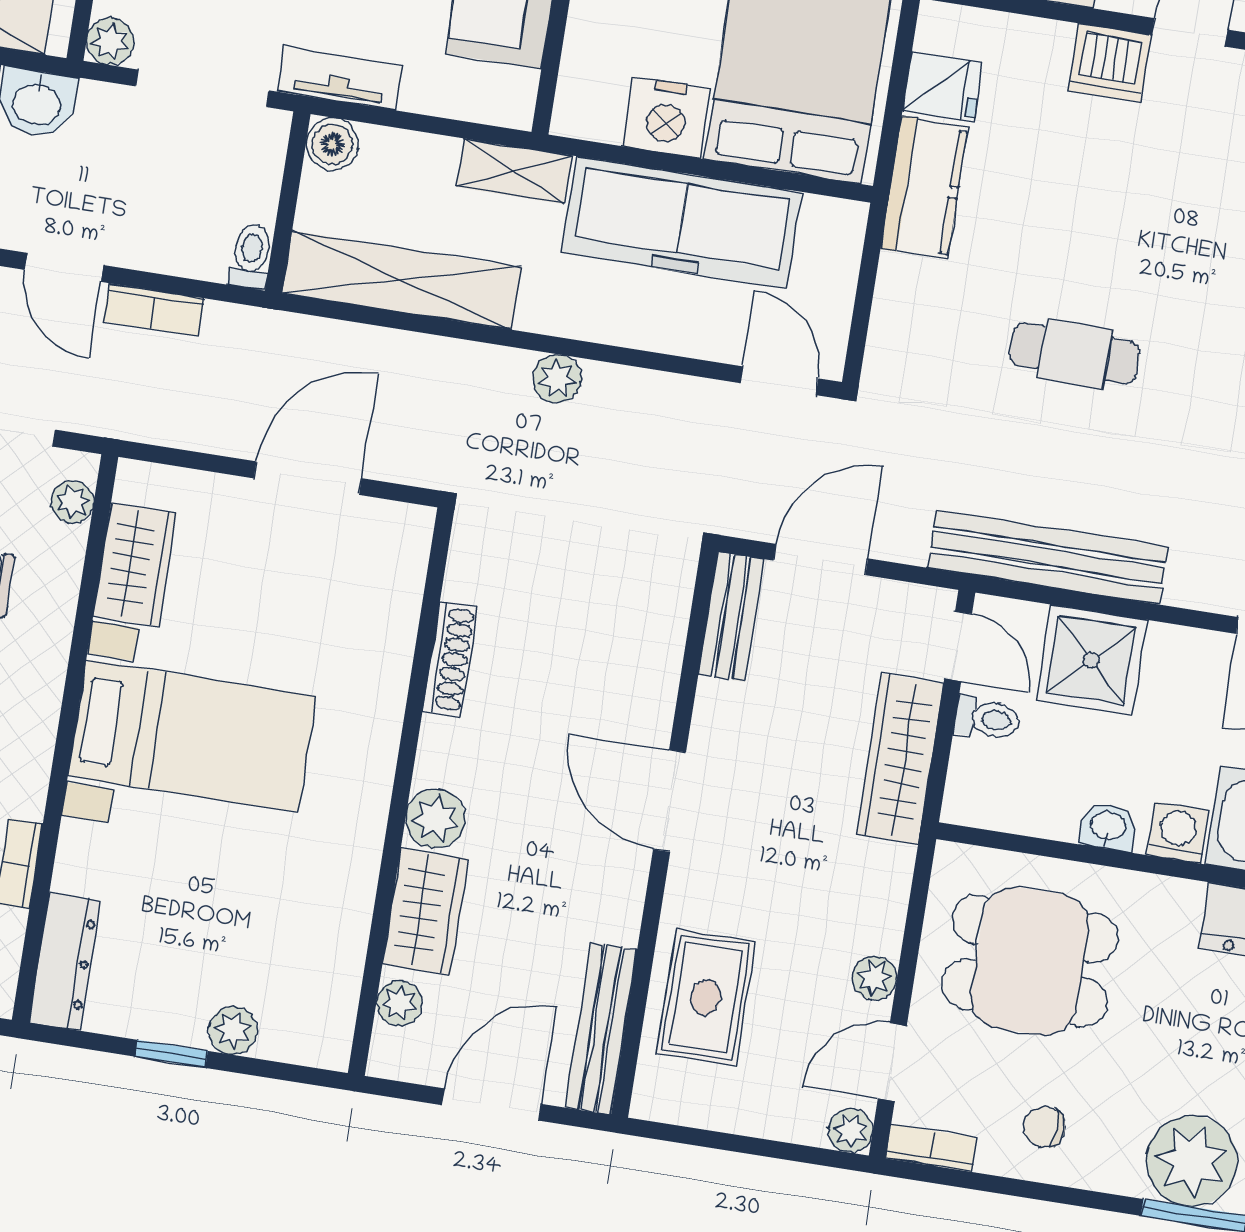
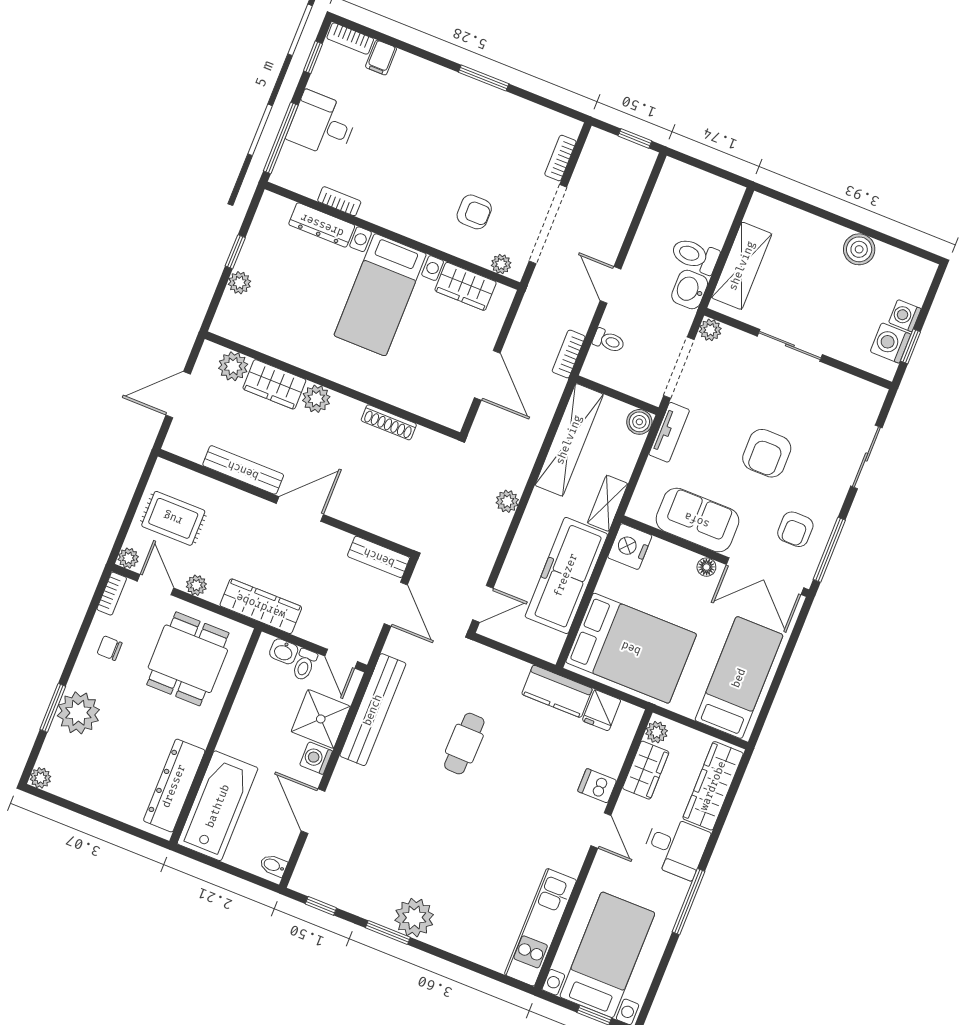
dishwasher: (1109, 63) -> (597, 786), width x0.73
nightstand: (666, 117) -> (630, 547), moved
toilet: (251, 256) -> (609, 341), moved
door: (64, 267) -> (610, 285), hinge flipped
bookcase: (154, 310) -> (569, 354), moved
door: (958, 646) -> (341, 659), hinge flipped
wardrobe: (900, 759) -> (261, 606), moved
washbasin: (1108, 827) -> (284, 651), moved, turned 90
washing machine: (1178, 833) -> (316, 758), moved, turned 180
dresser: (64, 962) -> (322, 225), moved
rug: (706, 997) -> (173, 518), moved
plant: (399, 1003) -> (233, 366), width x1.38, depth x1.38
bench: (601, 1029) -> (243, 470), moved
door: (491, 1104) -> (178, 395), swing flipped
chair: (1044, 1127) -> (110, 648), turned -90

